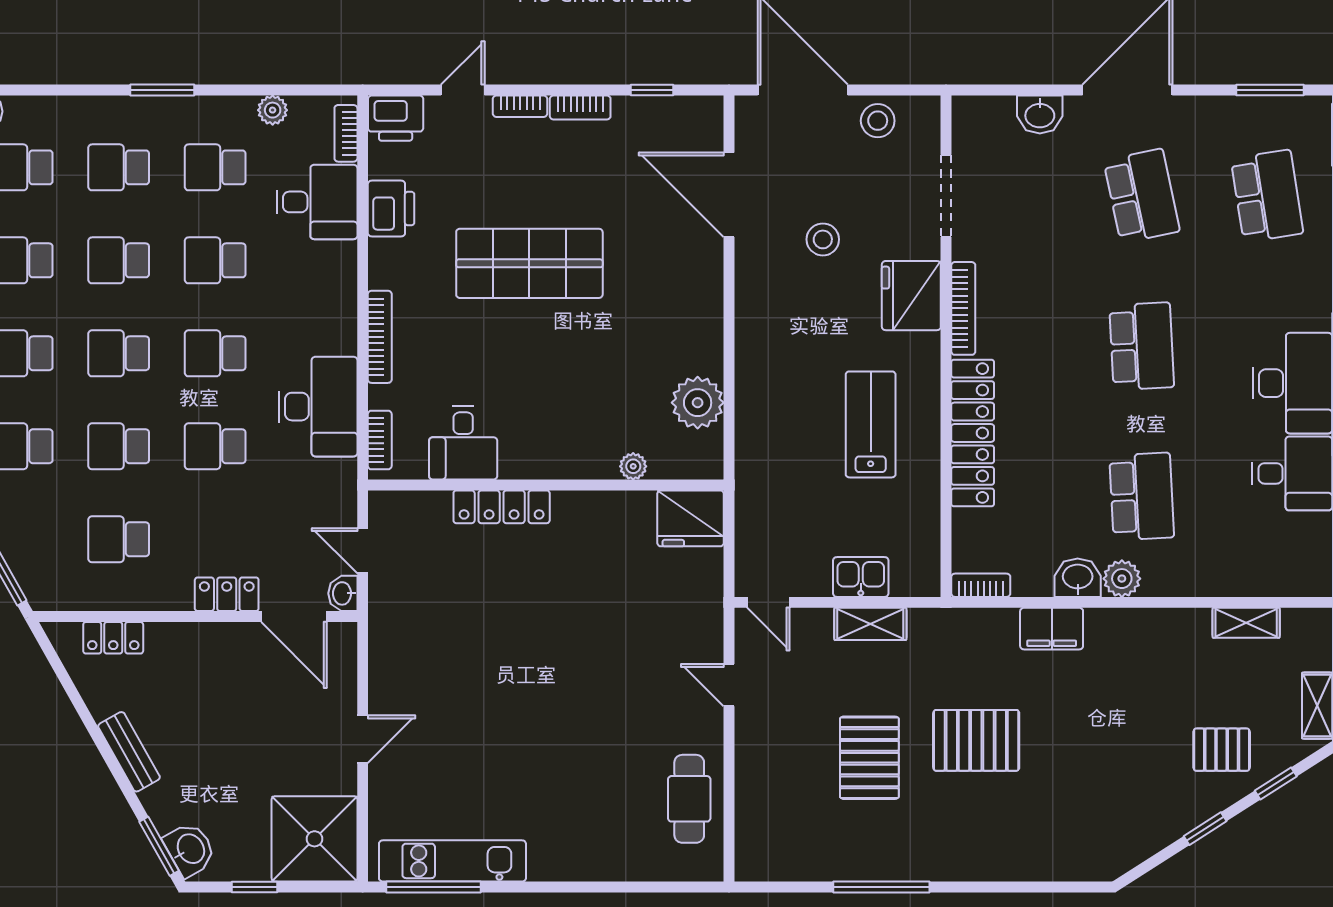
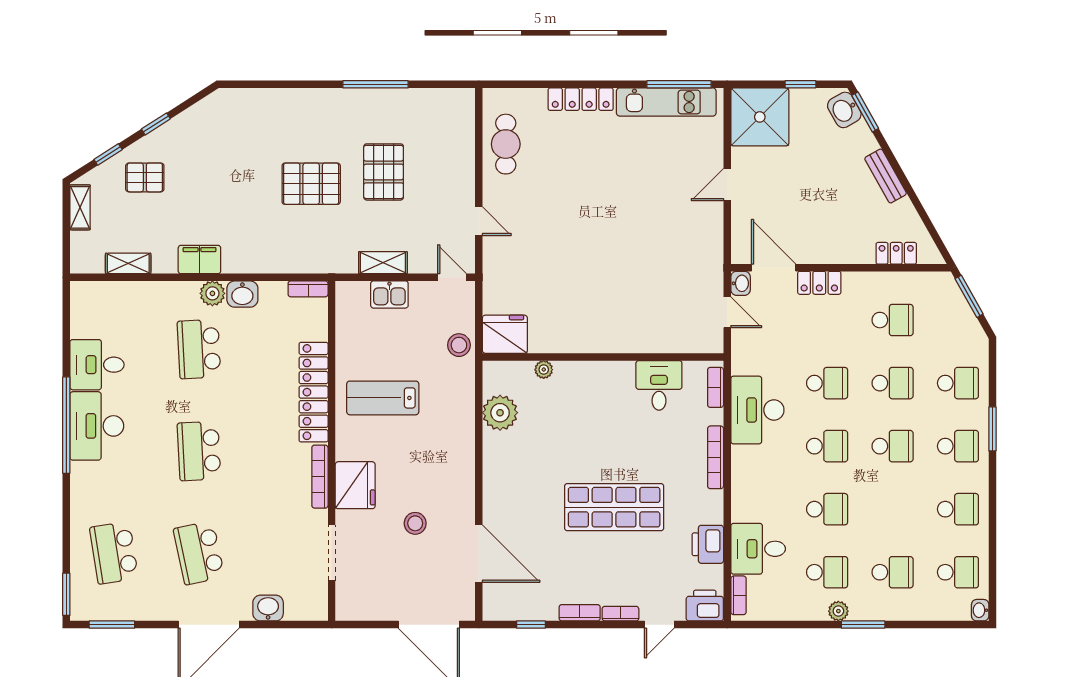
plant: (273, 110) -> (838, 611), moved
stool: (878, 121) -> (459, 345), moved
school desk: (119, 260) -> (893, 509), removed
lab bench: (871, 424) -> (383, 398), turned 90
locker: (502, 507) -> (581, 99), moved, turned 180
filing cabinet: (1052, 629) -> (199, 259), moved

